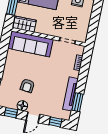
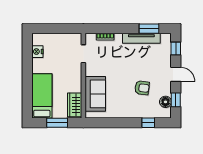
sofa: (31, 44) -> (95, 94), width x0.73
floor lamp: (22, 106) -> (165, 102), moved

